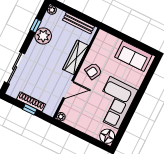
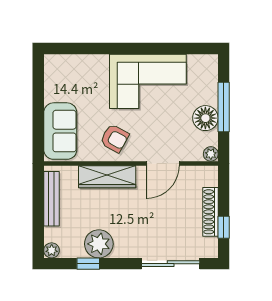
sofa: (133, 56) -> (60, 131), moved
door: (68, 89) -> (163, 164), swing flipped
window: (30, 109) -> (224, 227), moved
window: (82, 135) -> (224, 107), added
floor lamp: (107, 136) -> (205, 118), moved

